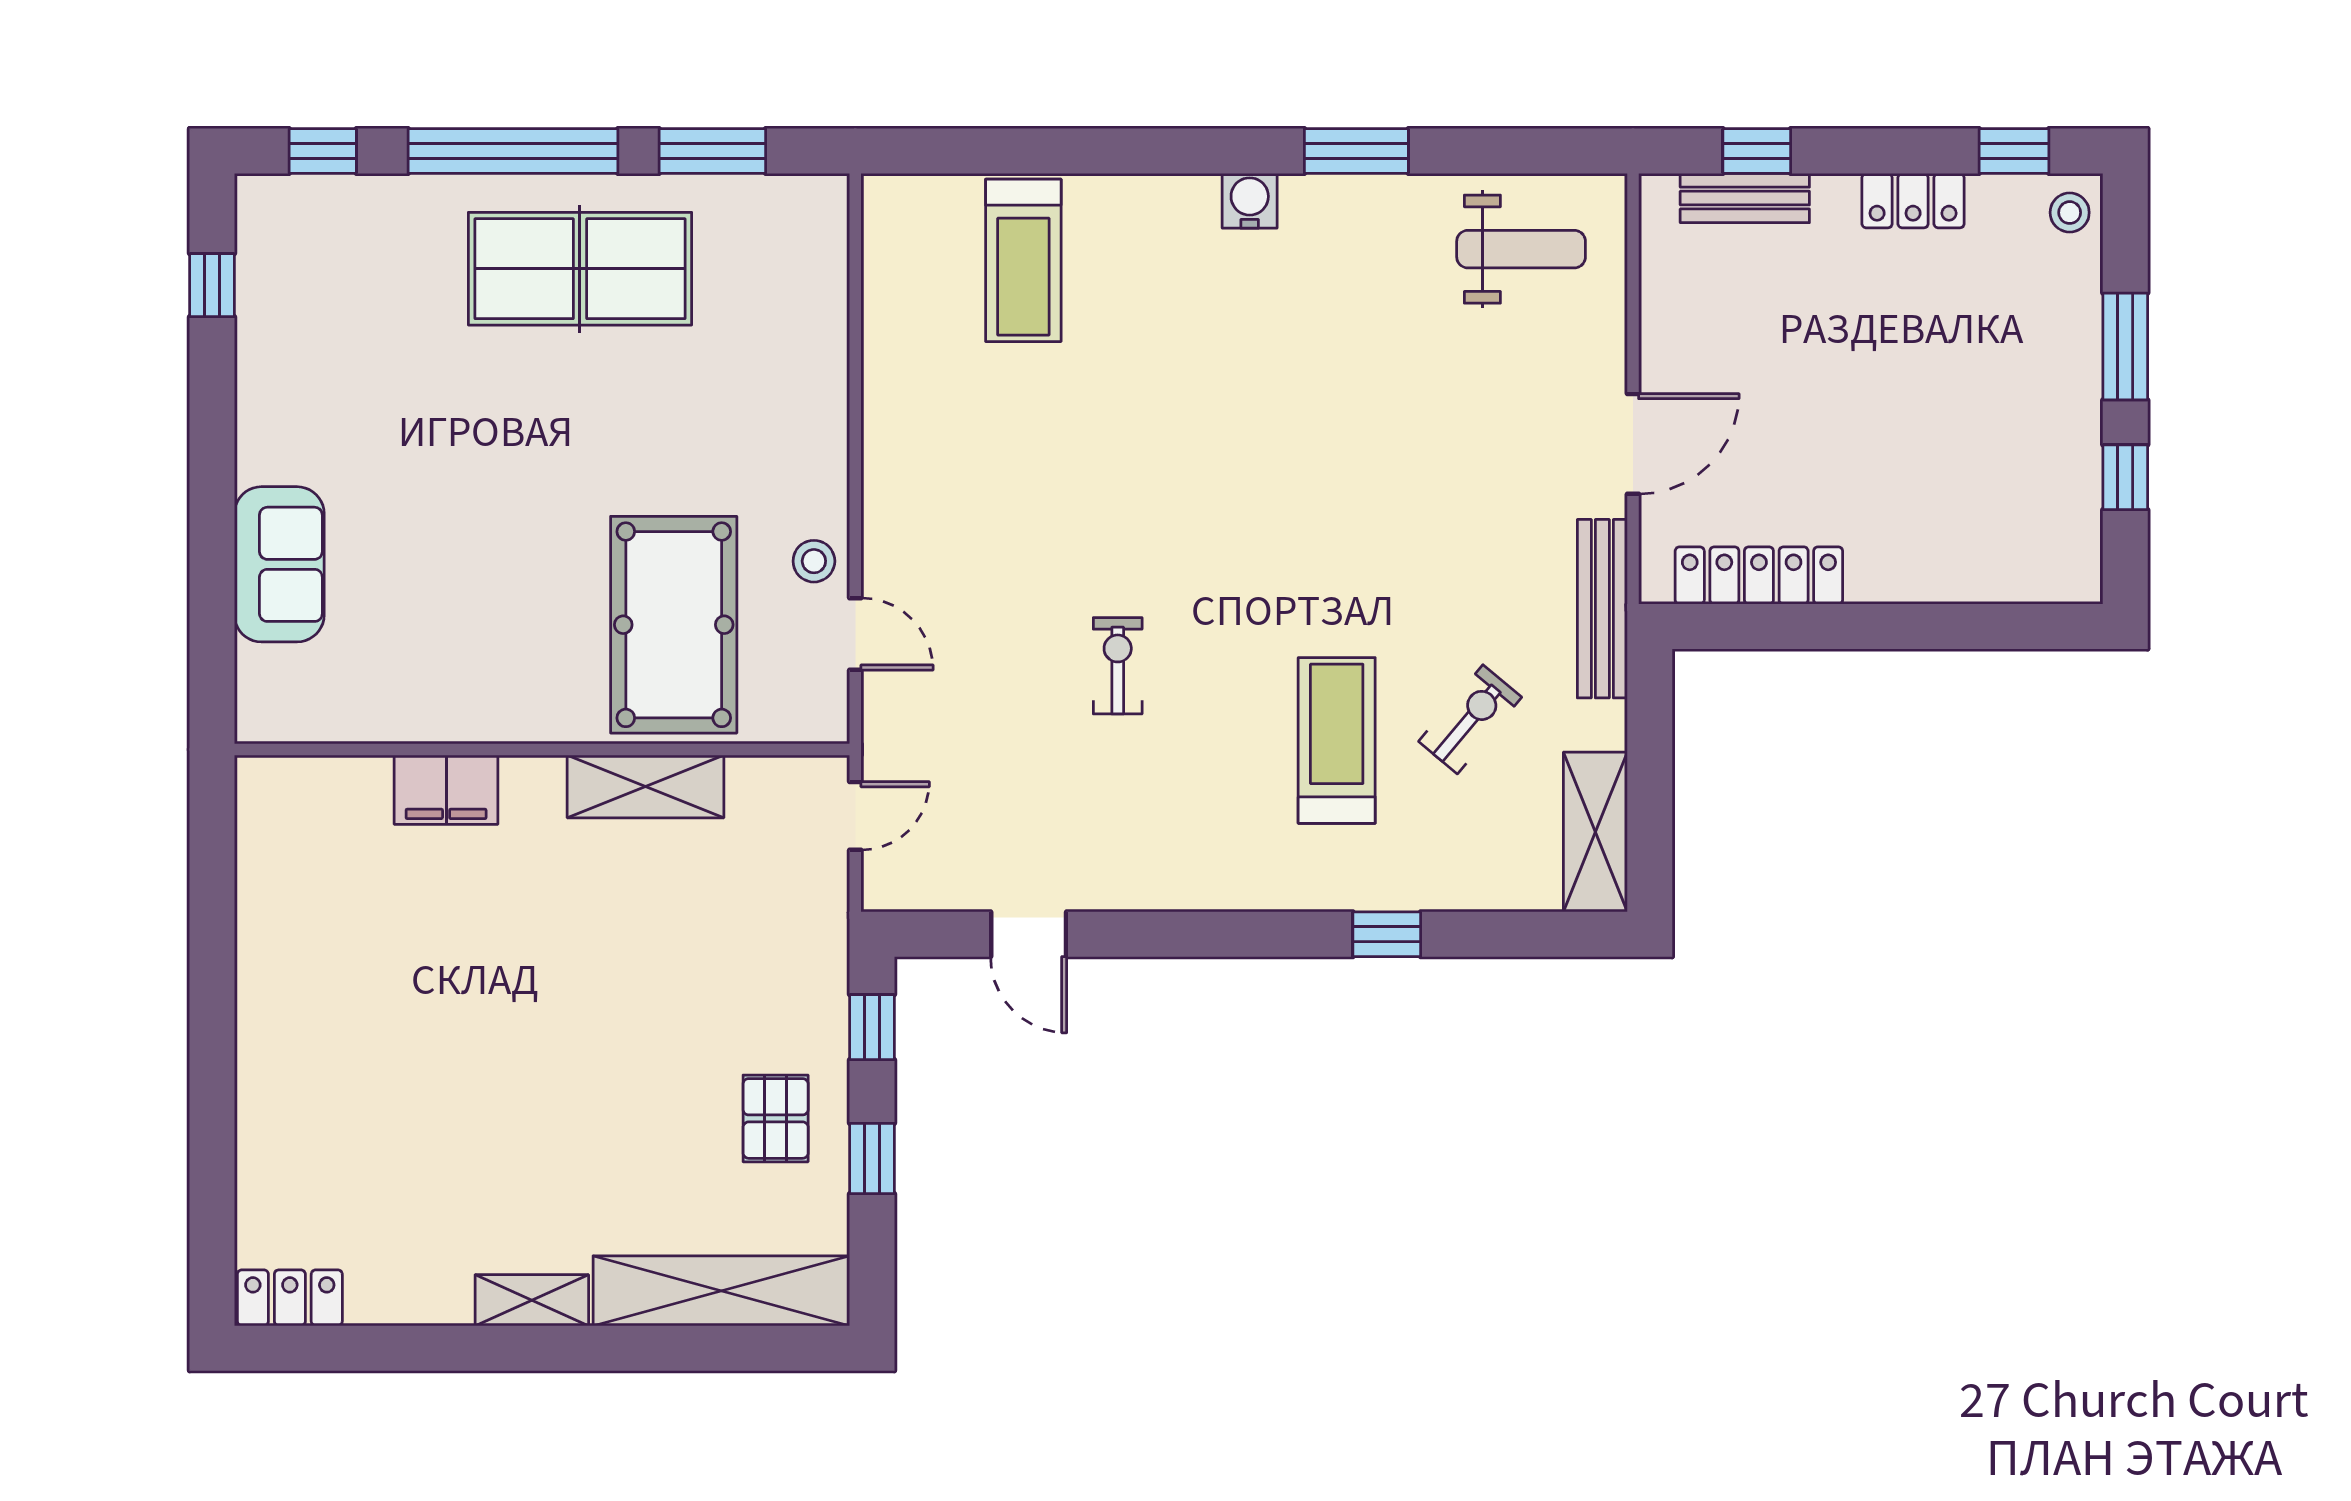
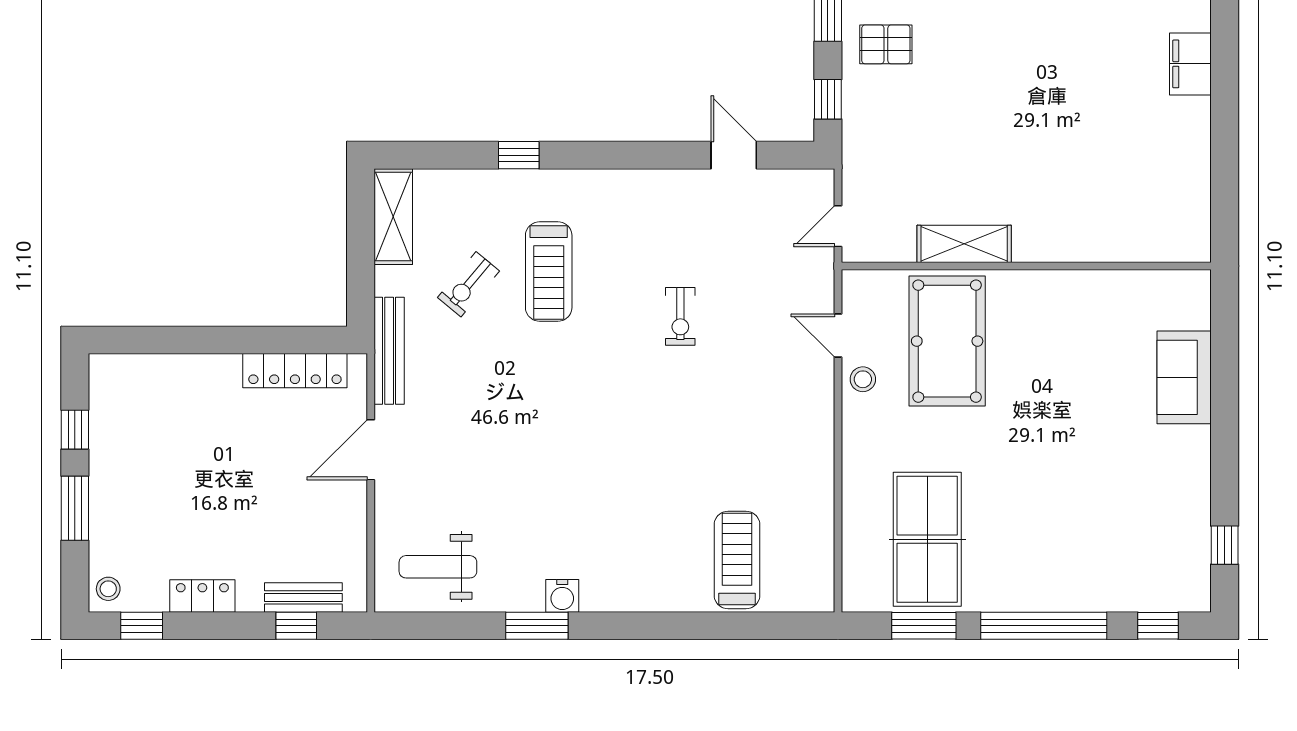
water cooler: (1250, 201) -> (562, 596), moved
table tennis table: (580, 269) -> (927, 539), moved, turned 90
filing cabinet: (446, 790) -> (1190, 64), moved, turned -90
pallet: (776, 1118) -> (886, 44), turned 90

